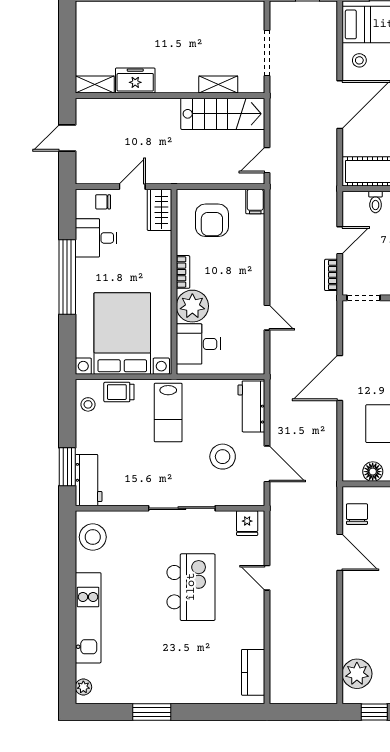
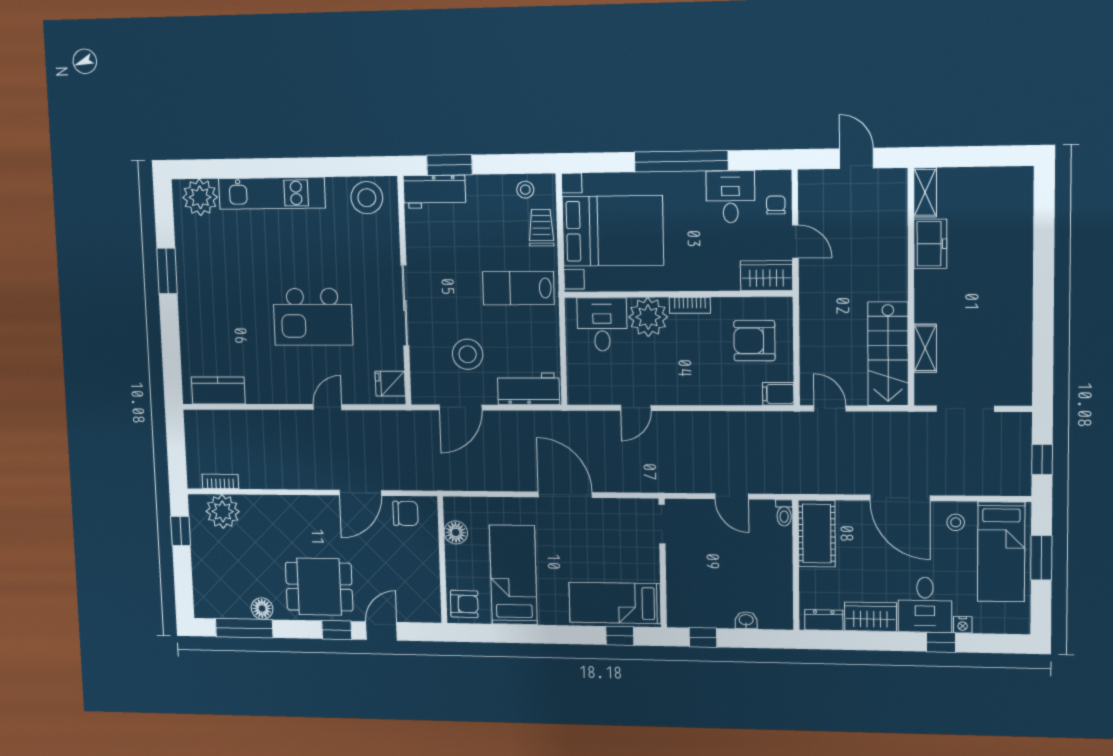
toilet: (376, 202) -> (784, 513), moved, turned -90
bookcase: (331, 275) -> (220, 481), moved
plant: (83, 687) -> (200, 197), width x1.88, depth x1.88

